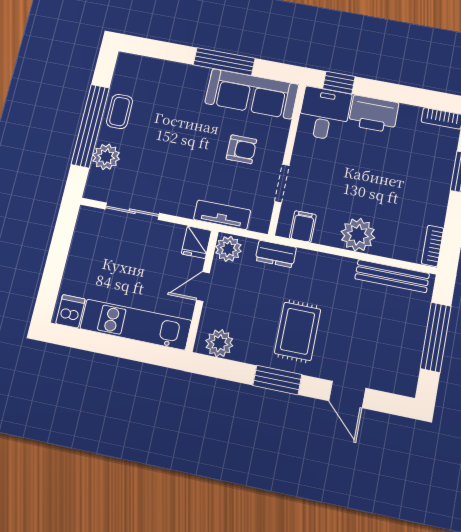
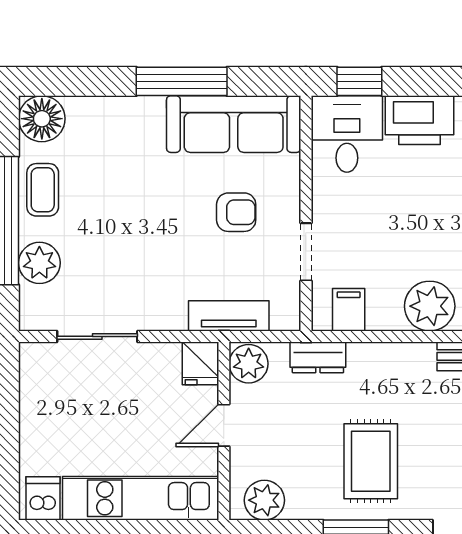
floor lamp: (130, 68) -> (42, 119), added

